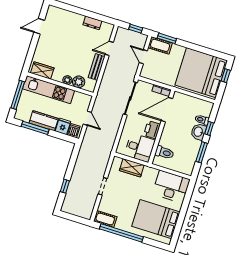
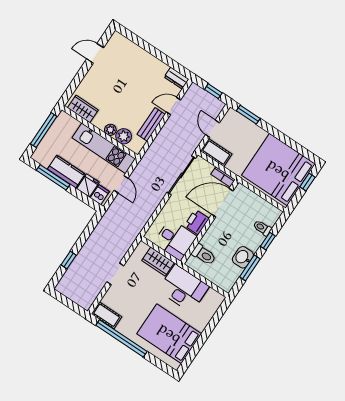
dresser: (92, 23) -> (176, 78), moved
cot: (160, 45) -> (216, 153), moved
kitchen unit: (49, 90) -> (104, 148), moved
washbasin: (199, 132) -> (243, 257), moved
desk: (171, 187) -> (183, 288), moved

